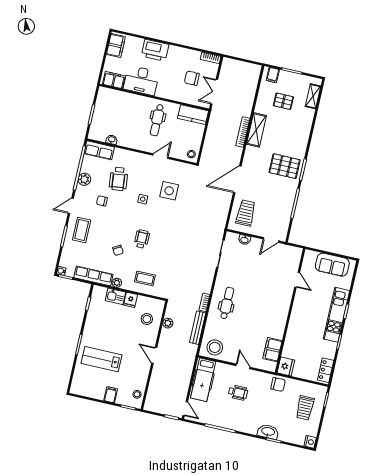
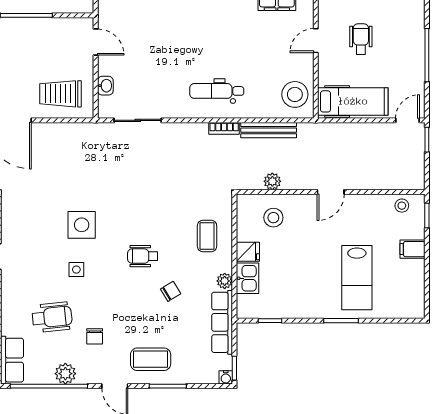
side table: (169, 191) -> (82, 225), moved

